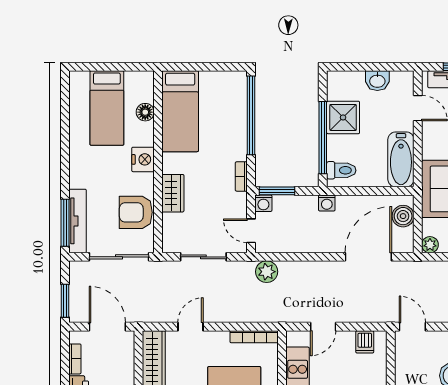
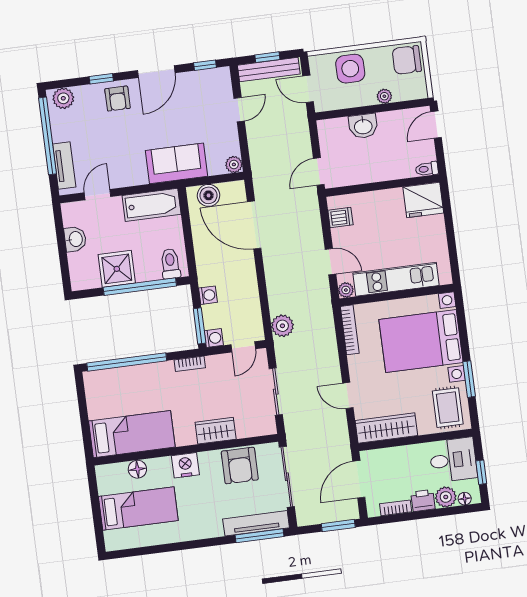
washing machine: (327, 203) -> (208, 295), moved
plant: (293, 338) -> (346, 290), added

